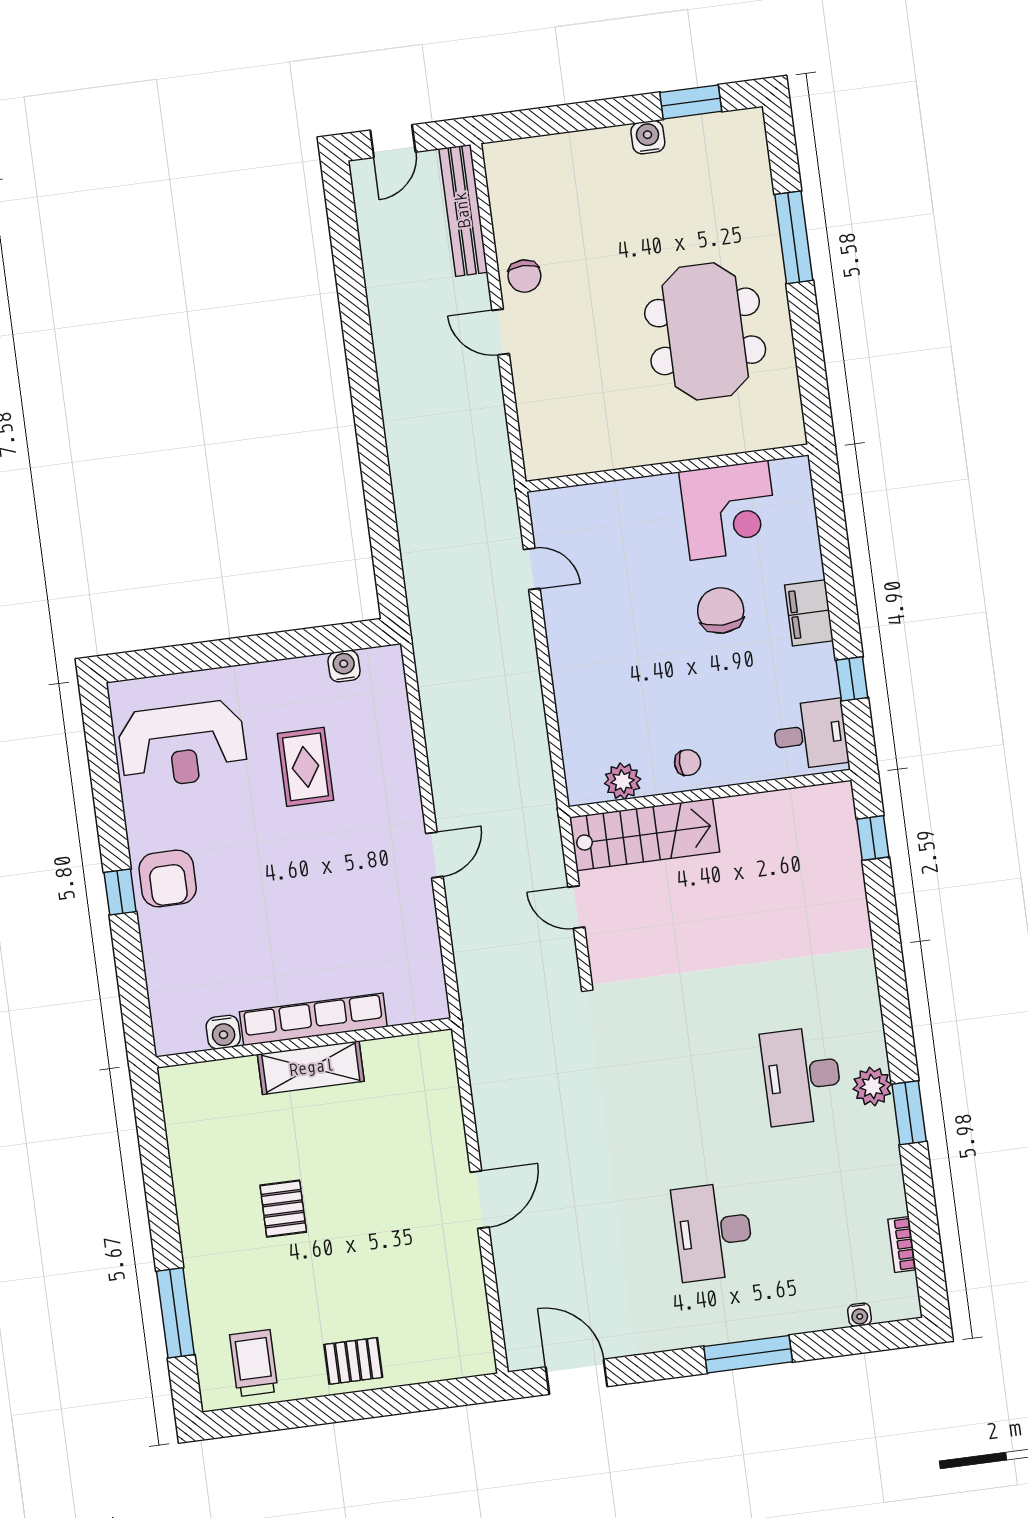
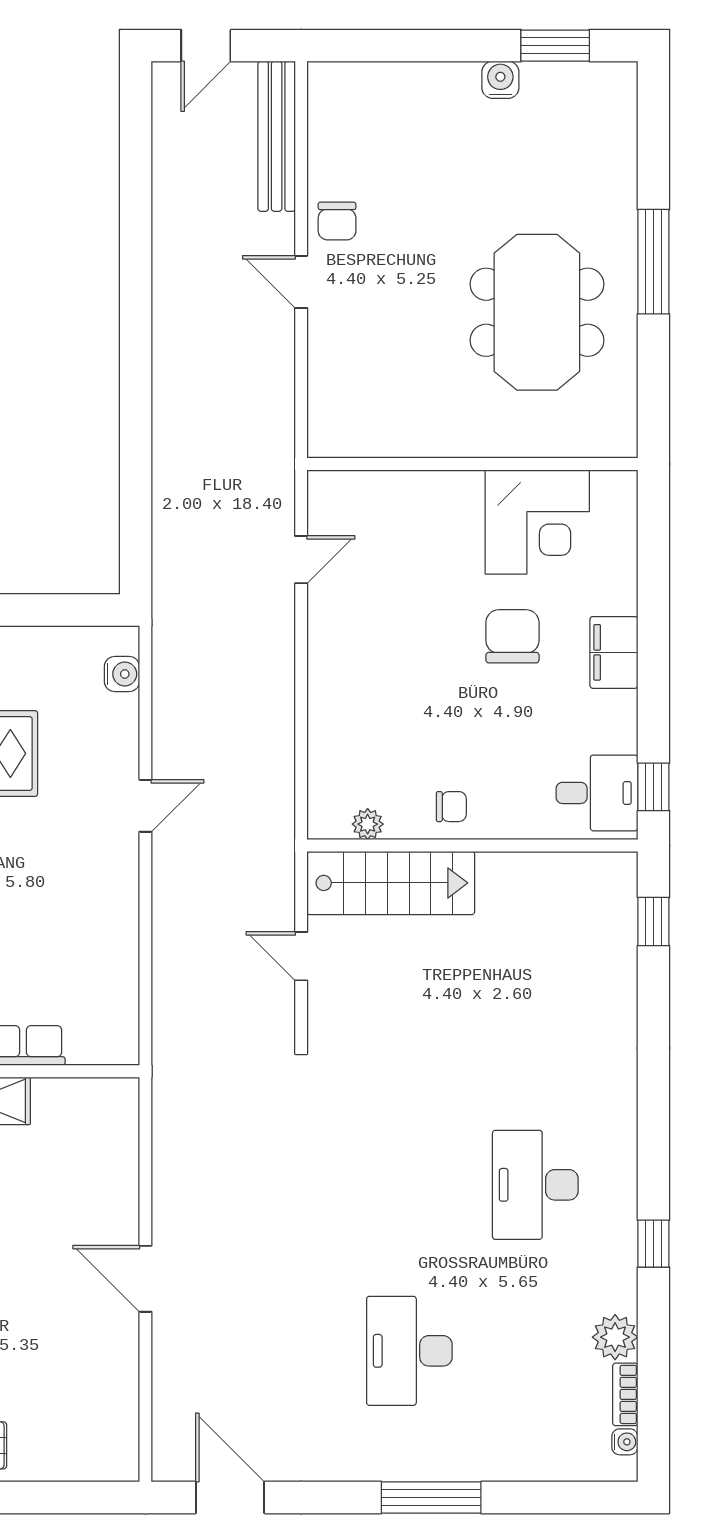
window: (794, 237) -> (653, 262), moved
door: (532, 569) -> (301, 560), hinge flipped
water cooler: (344, 666) -> (122, 674), moved, turned 90
window: (852, 679) -> (653, 787), moved
plant: (623, 781) -> (368, 824), width x0.73, depth x0.73
door: (434, 855) -> (145, 806), moved
plant: (872, 1086) -> (615, 1337), moved
window: (909, 1113) -> (653, 1244), width x0.67
door: (480, 1200) -> (145, 1279), swing flipped
water cooler: (860, 1315) -> (625, 1442), moved, turned -90

